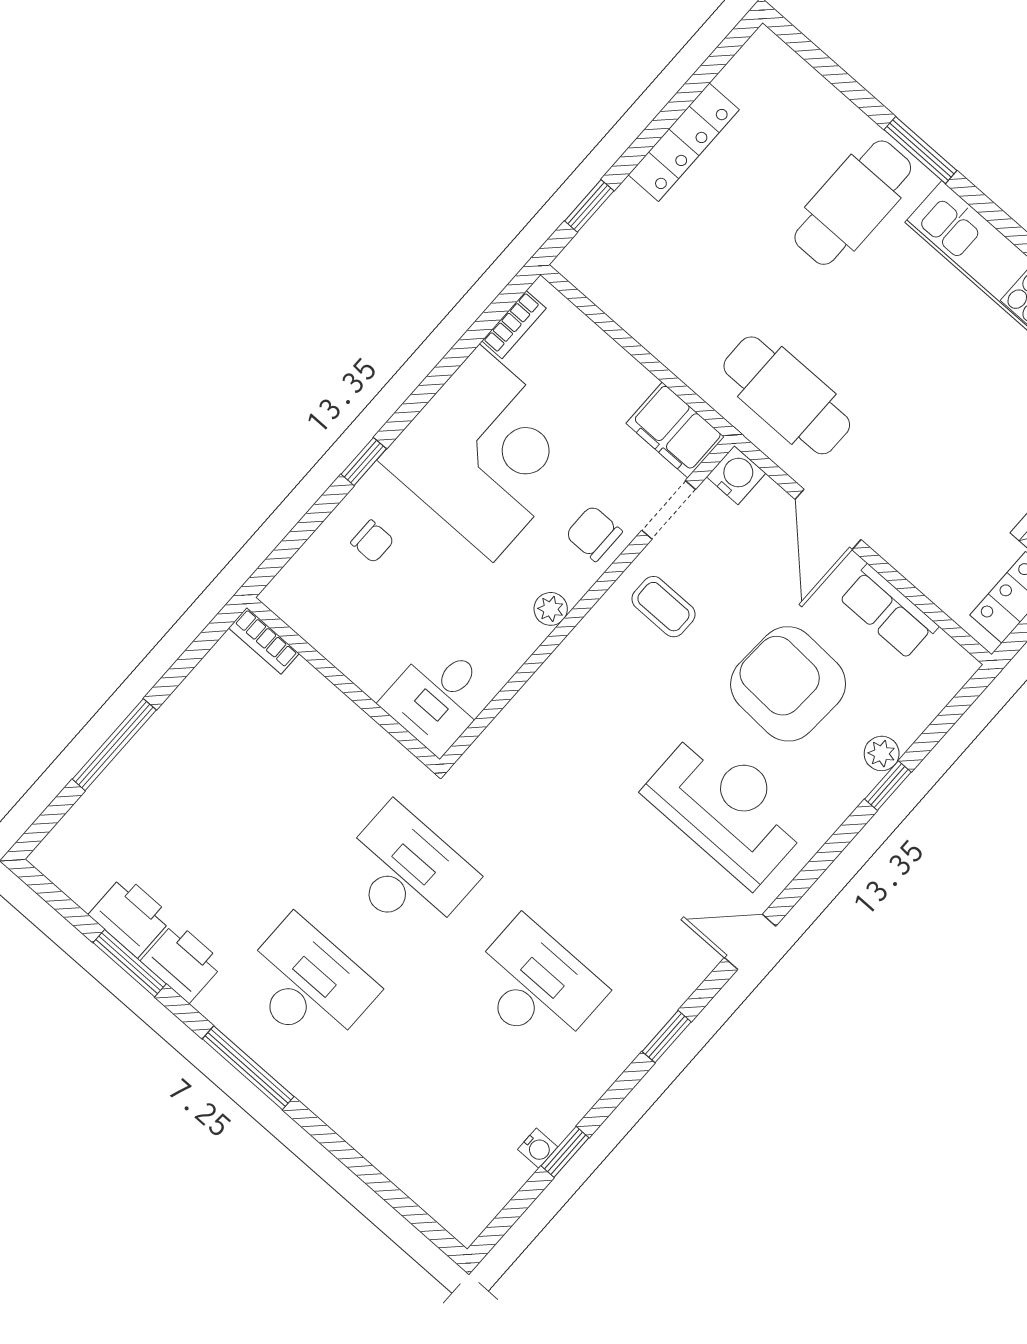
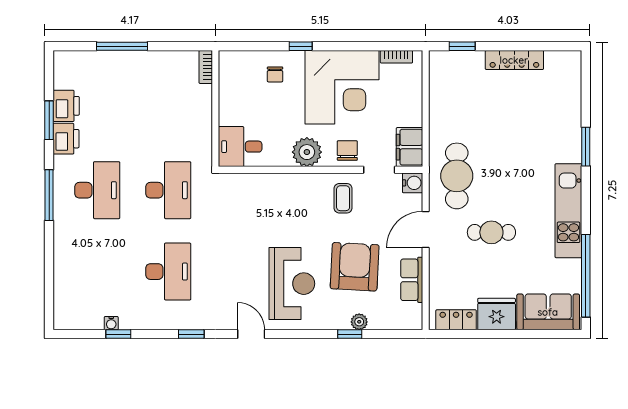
cafe table: (853, 203) -> (491, 232), moved, width x0.73, depth x0.74
plant: (551, 609) -> (307, 152), width x1.88, depth x1.88

